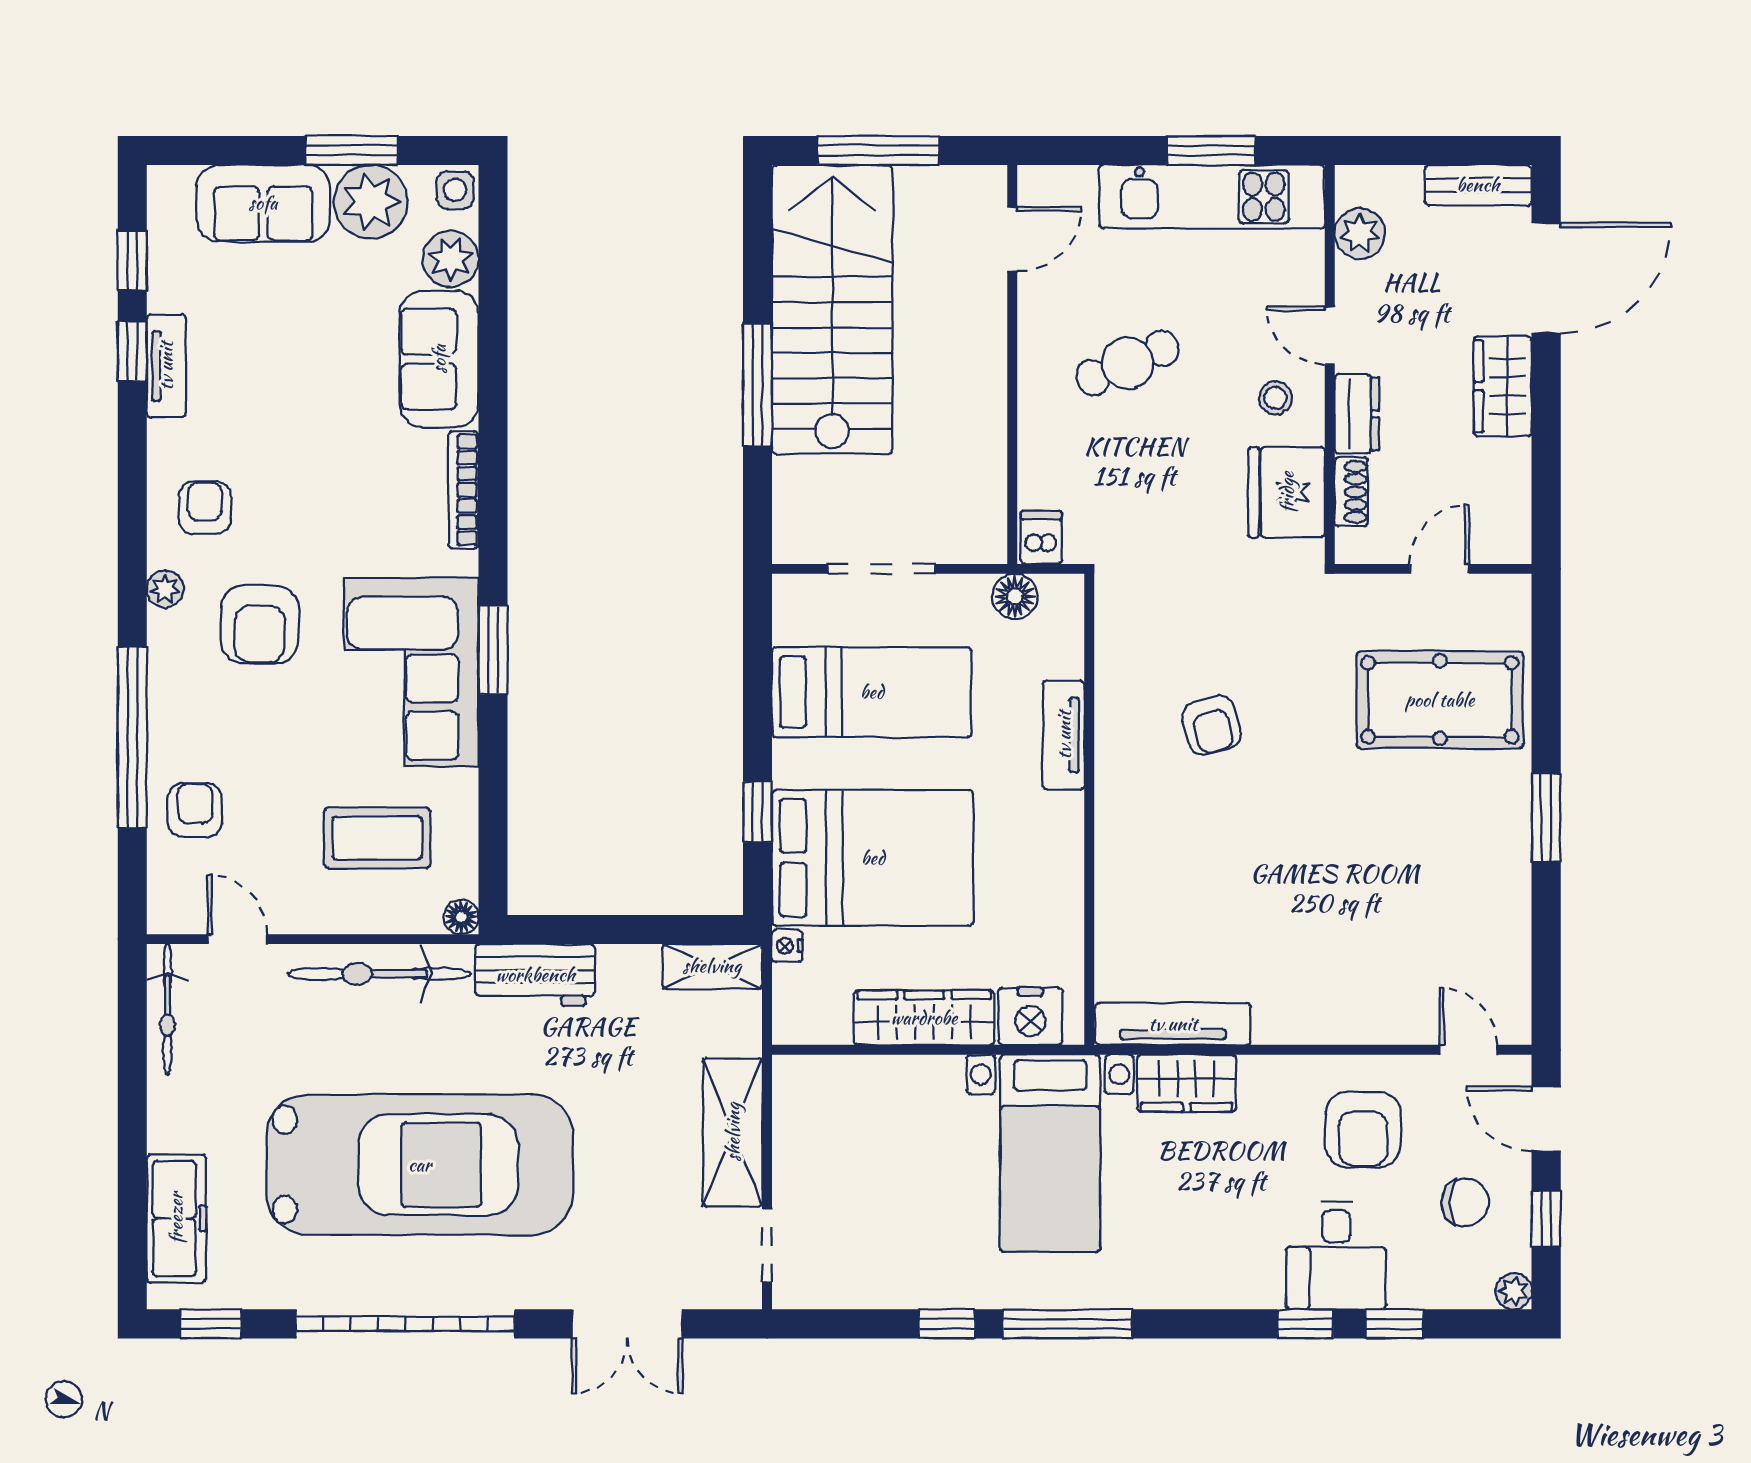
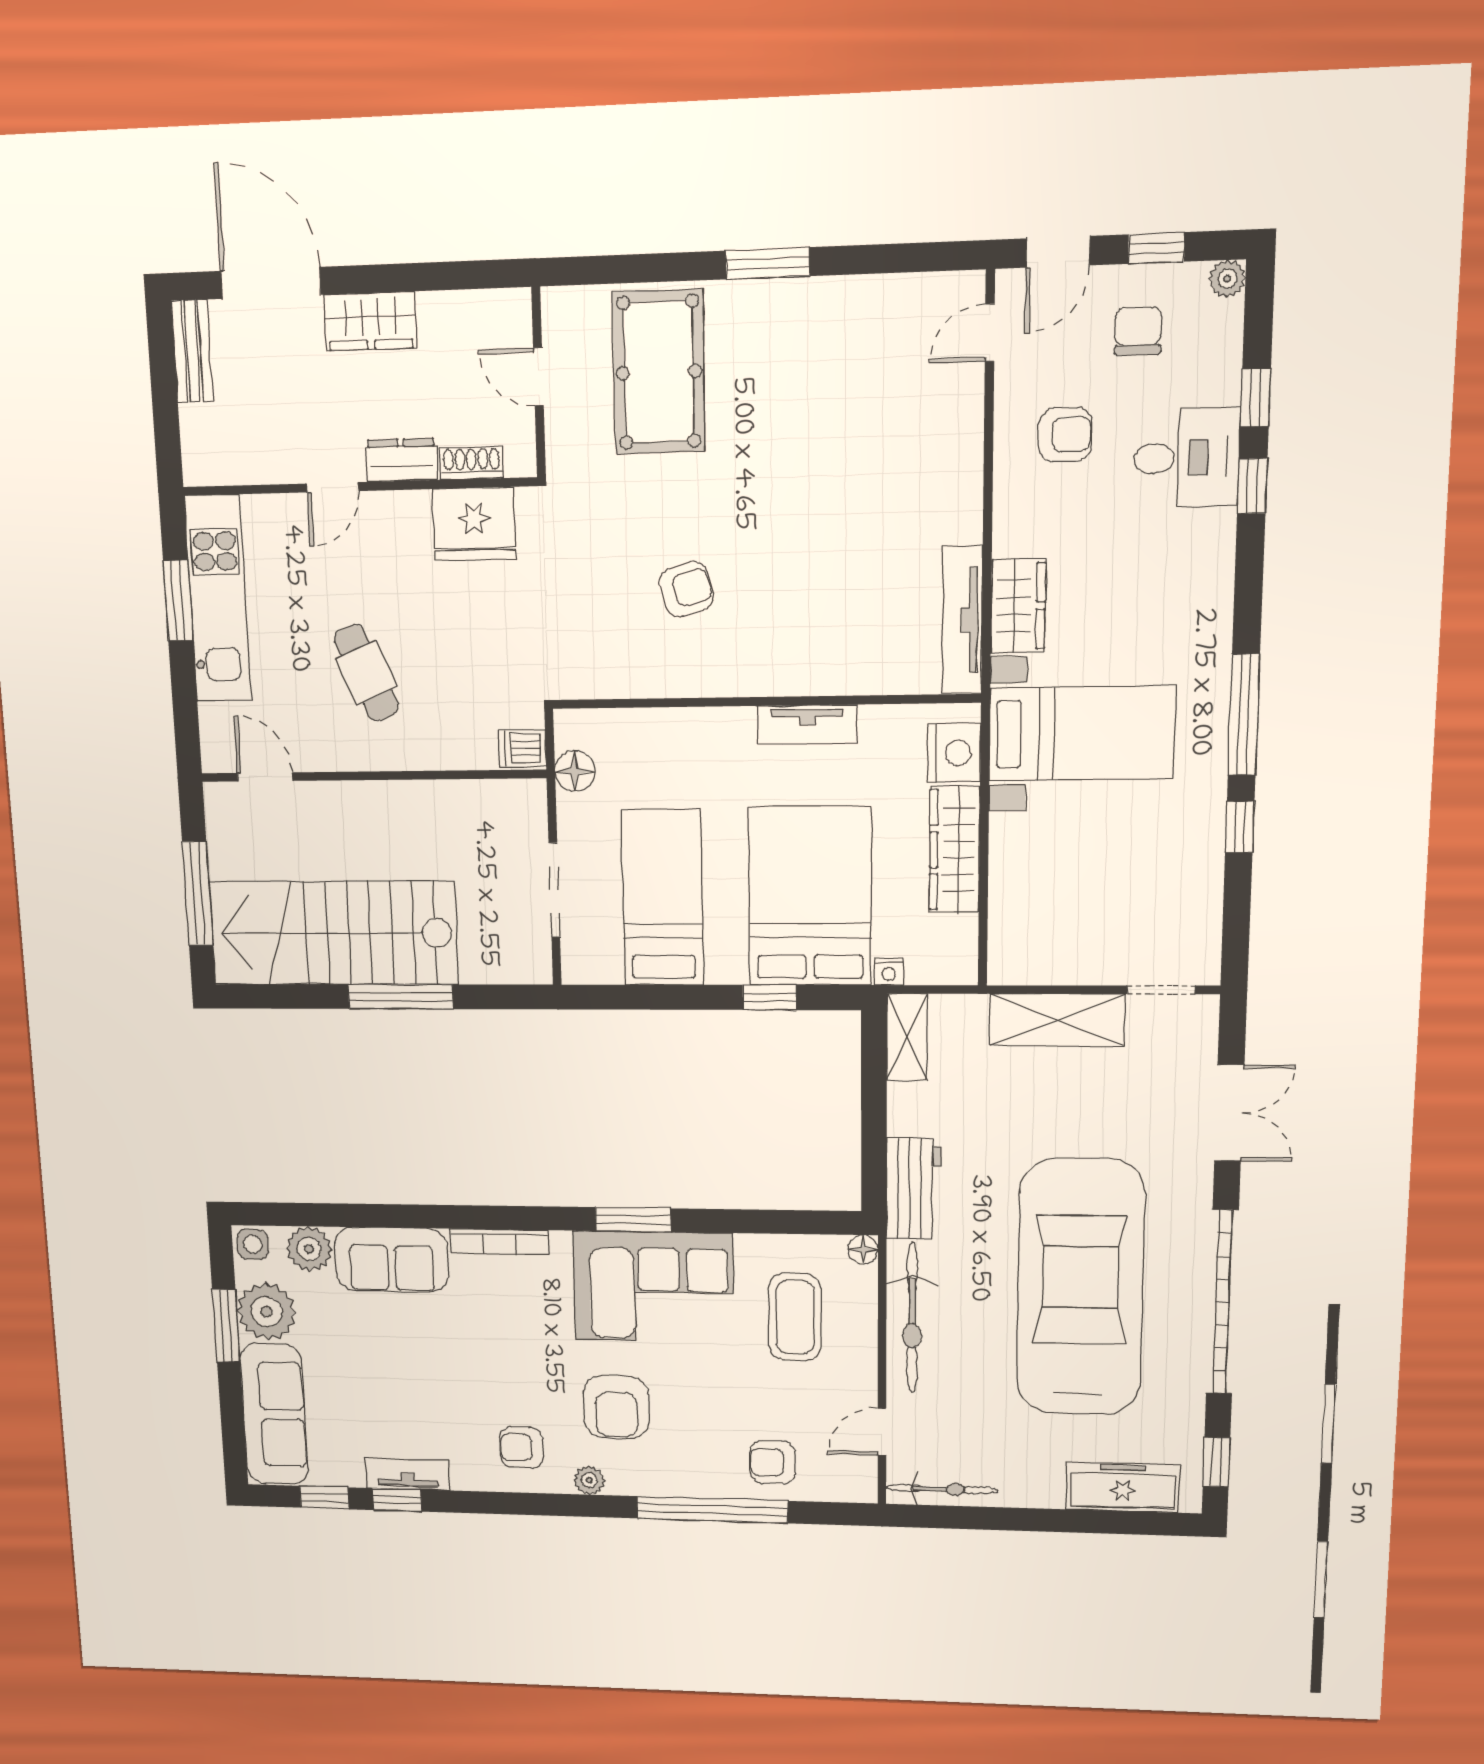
sofa: (263, 203) -> (274, 1414), width x1.36
plant: (1360, 233) -> (242, 462), removed
stool: (1276, 398) -> (390, 536), removed
armchair: (260, 624) -> (616, 1407), turned 89
tv unit: (1064, 735) -> (807, 724), moved
armchair: (1363, 1130) -> (1065, 435), width x0.72, depth x0.72

